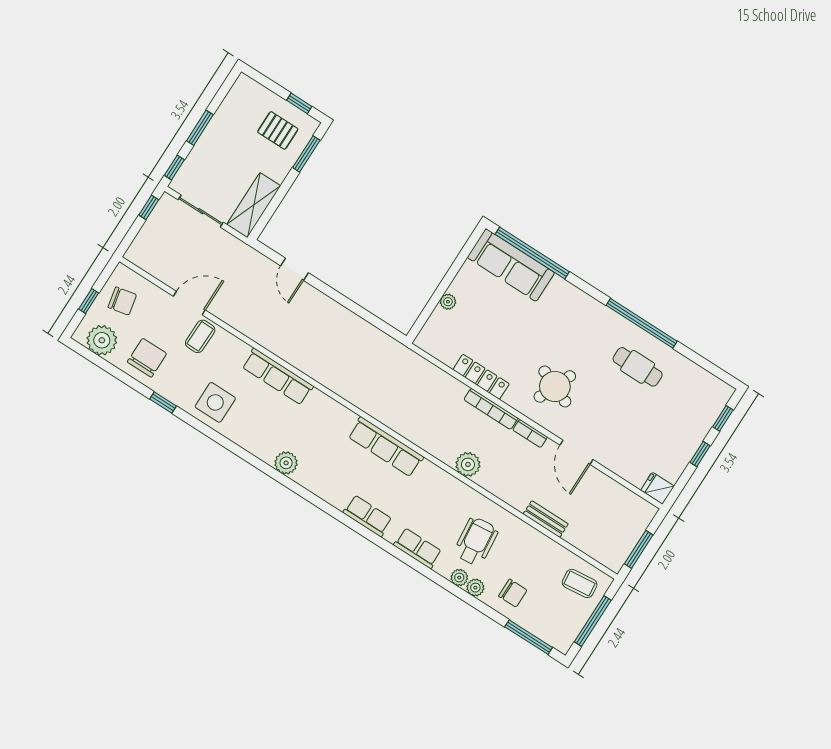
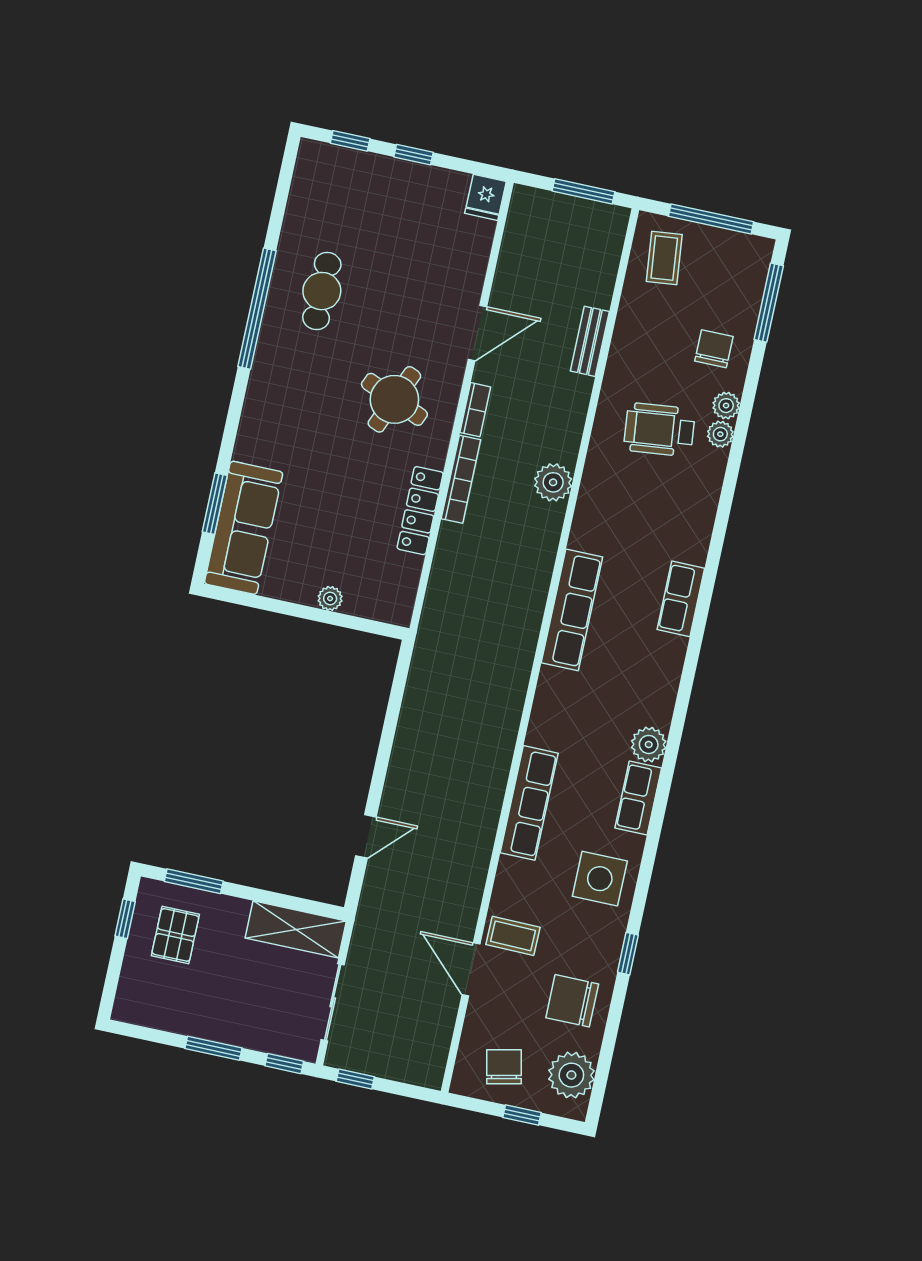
window: (532, 253) -> (215, 504), width x0.47
row of seats: (418, 548) -> (638, 798), moved

